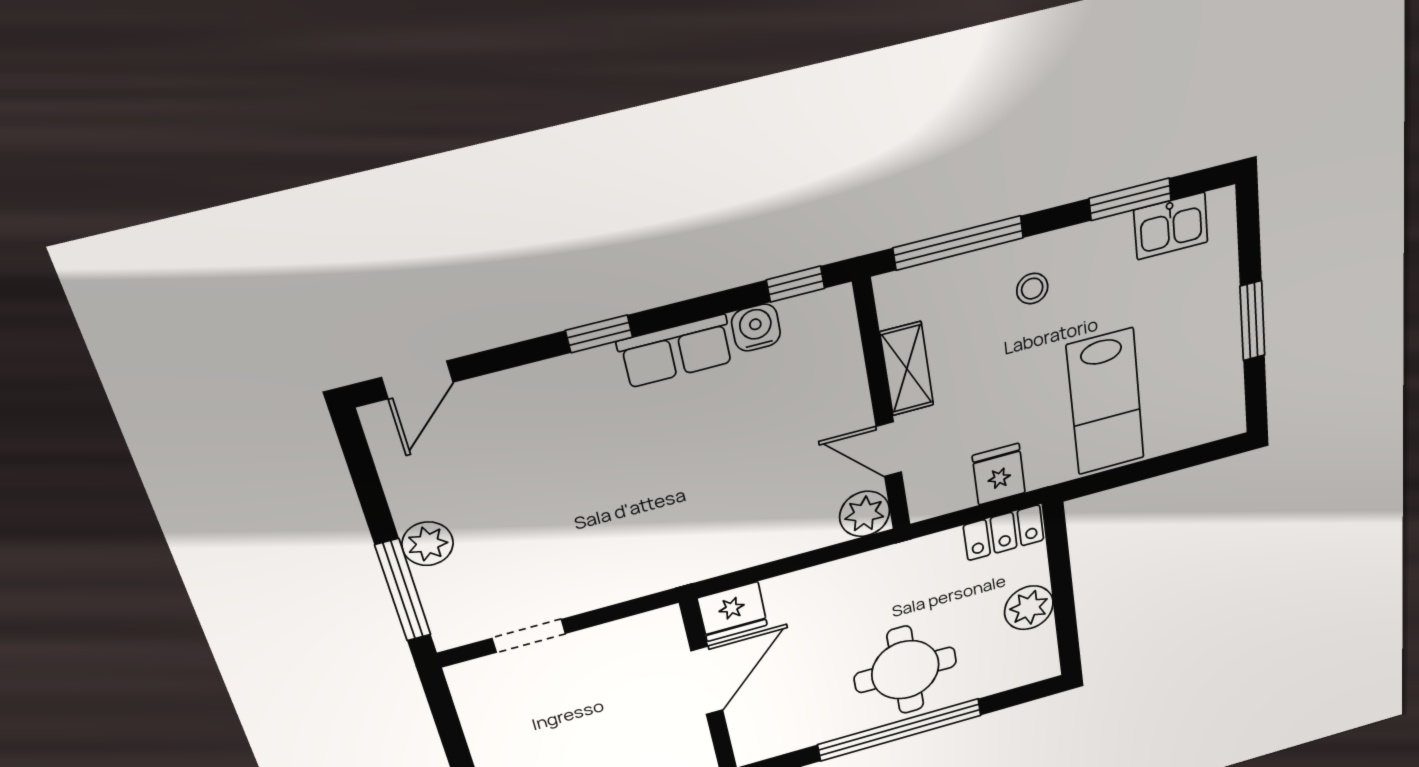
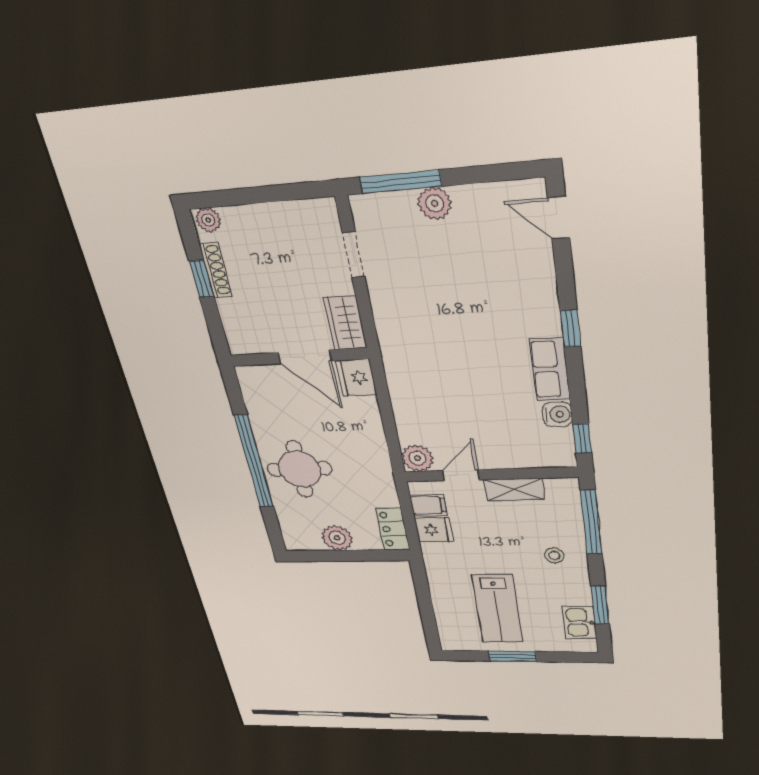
lab bench: (1106, 402) -> (497, 609), moved, turned -90
filing cabinet: (952, 488) -> (428, 505), added
wardrobe: (641, 635) -> (345, 323), added

